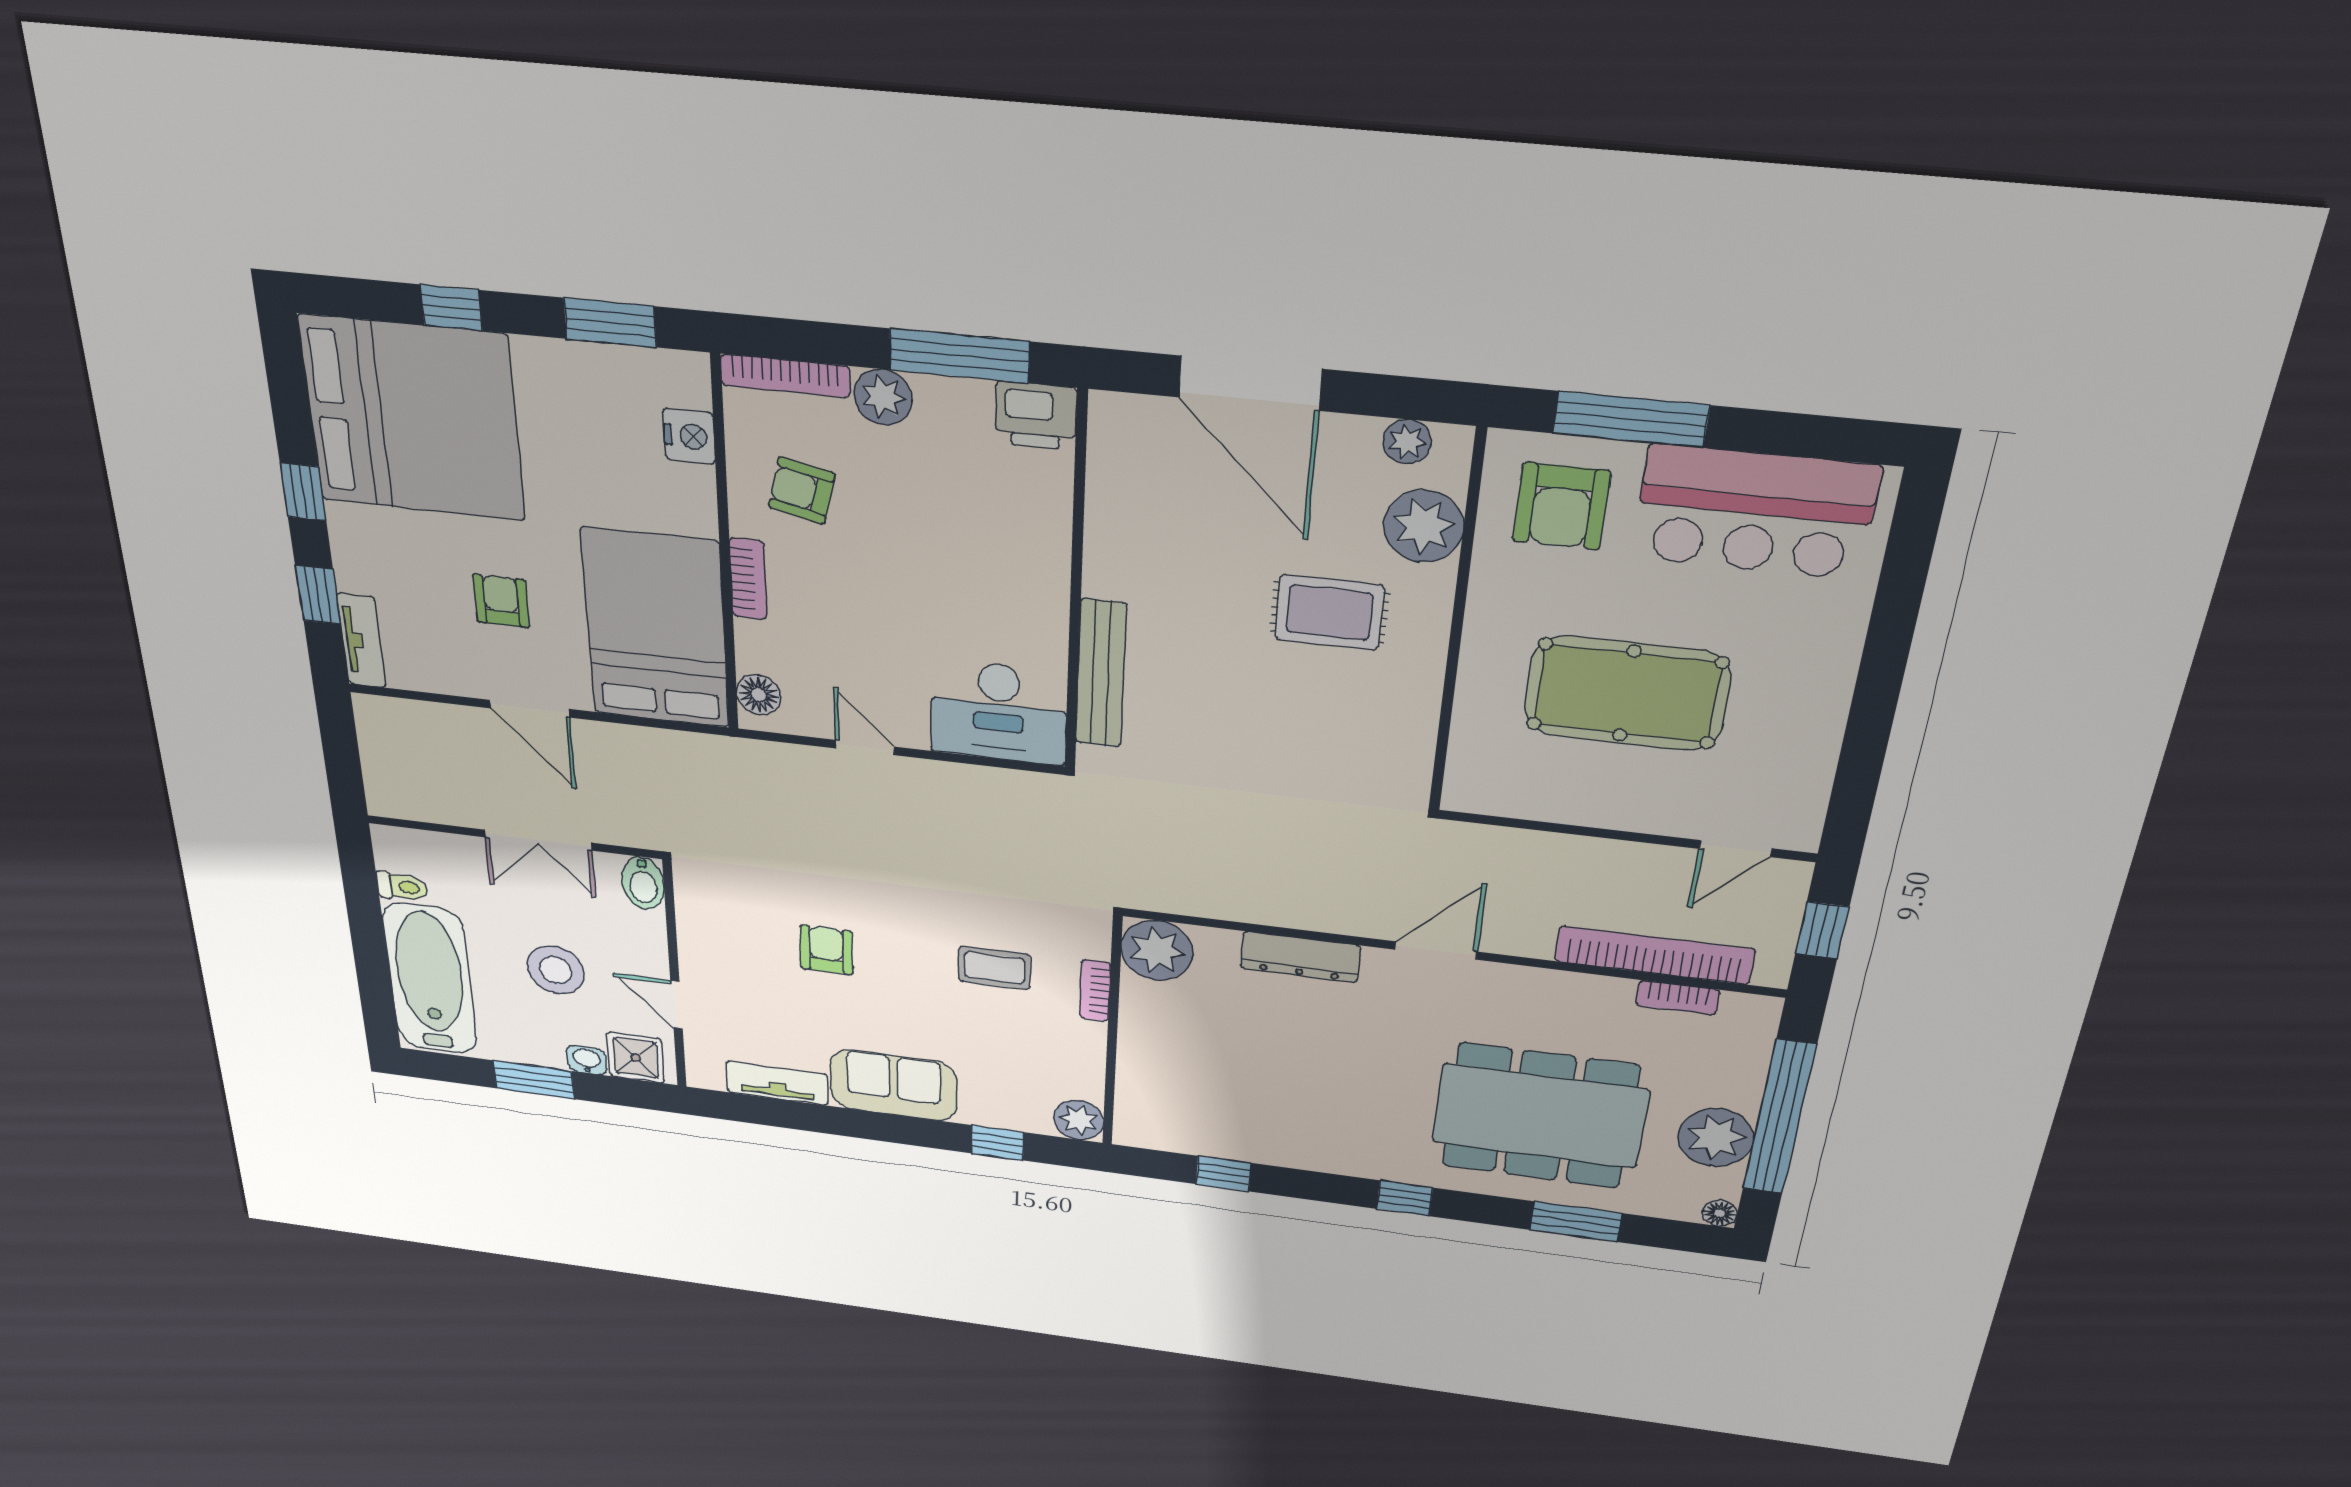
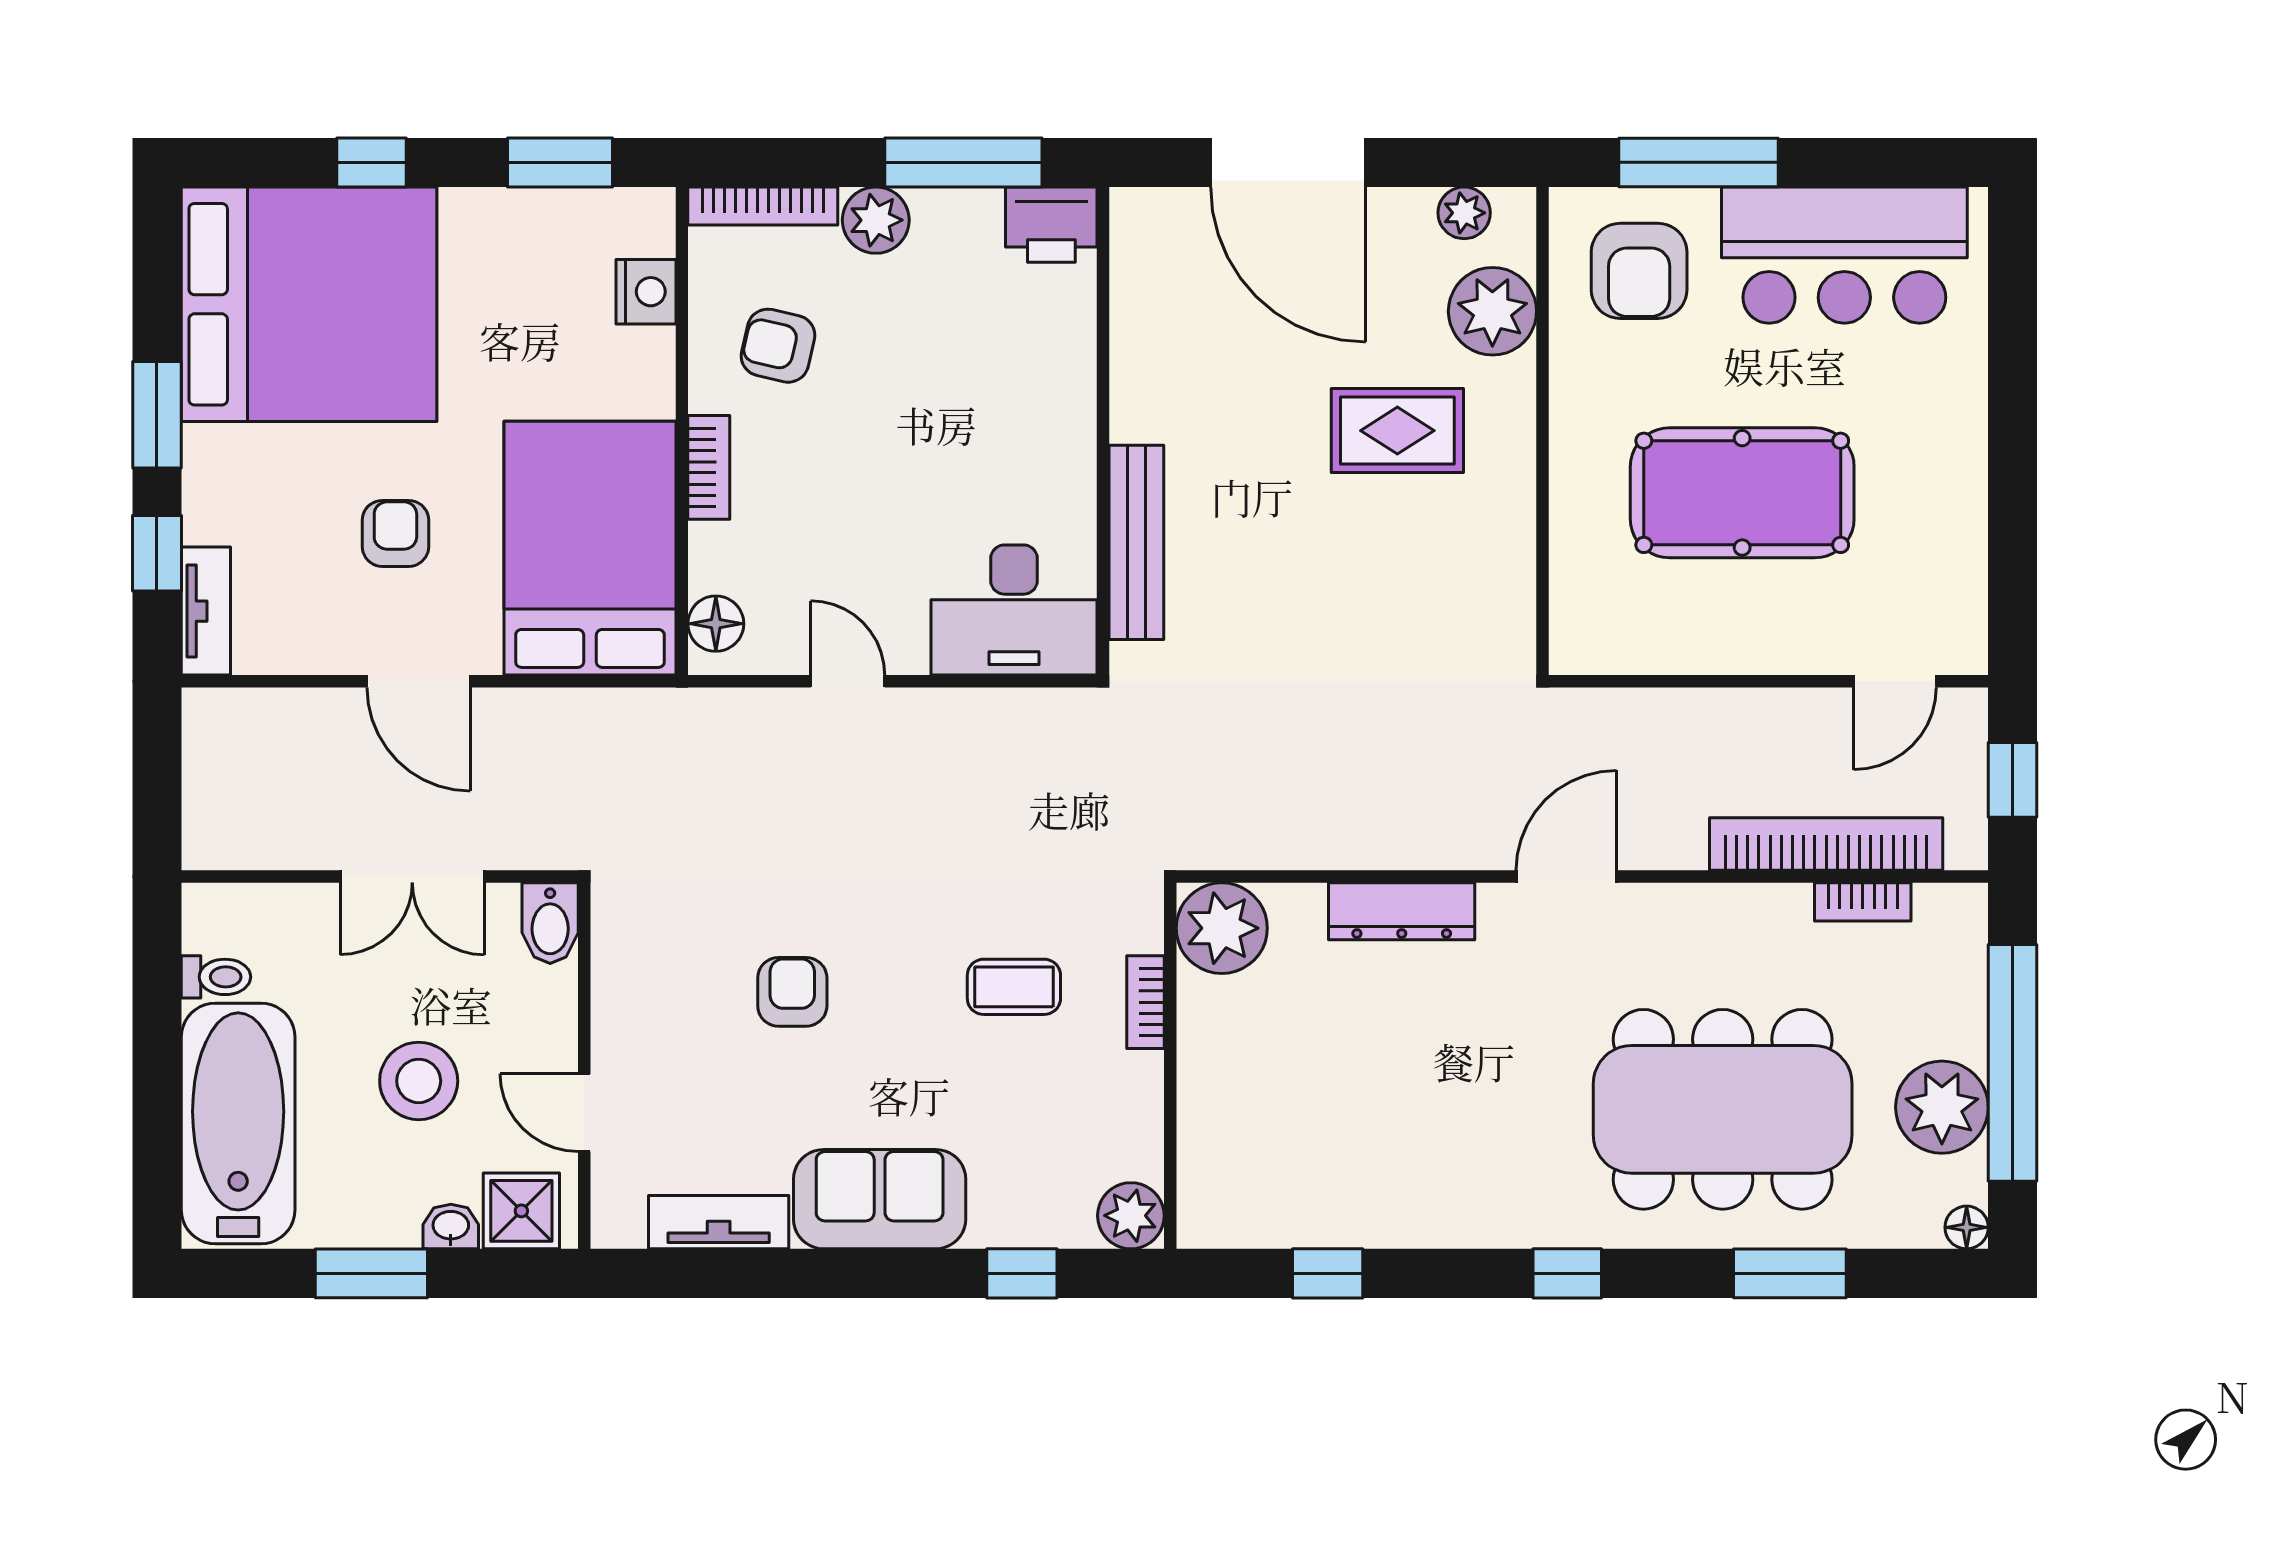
window: (303, 492) -> (157, 415), width x1.50

